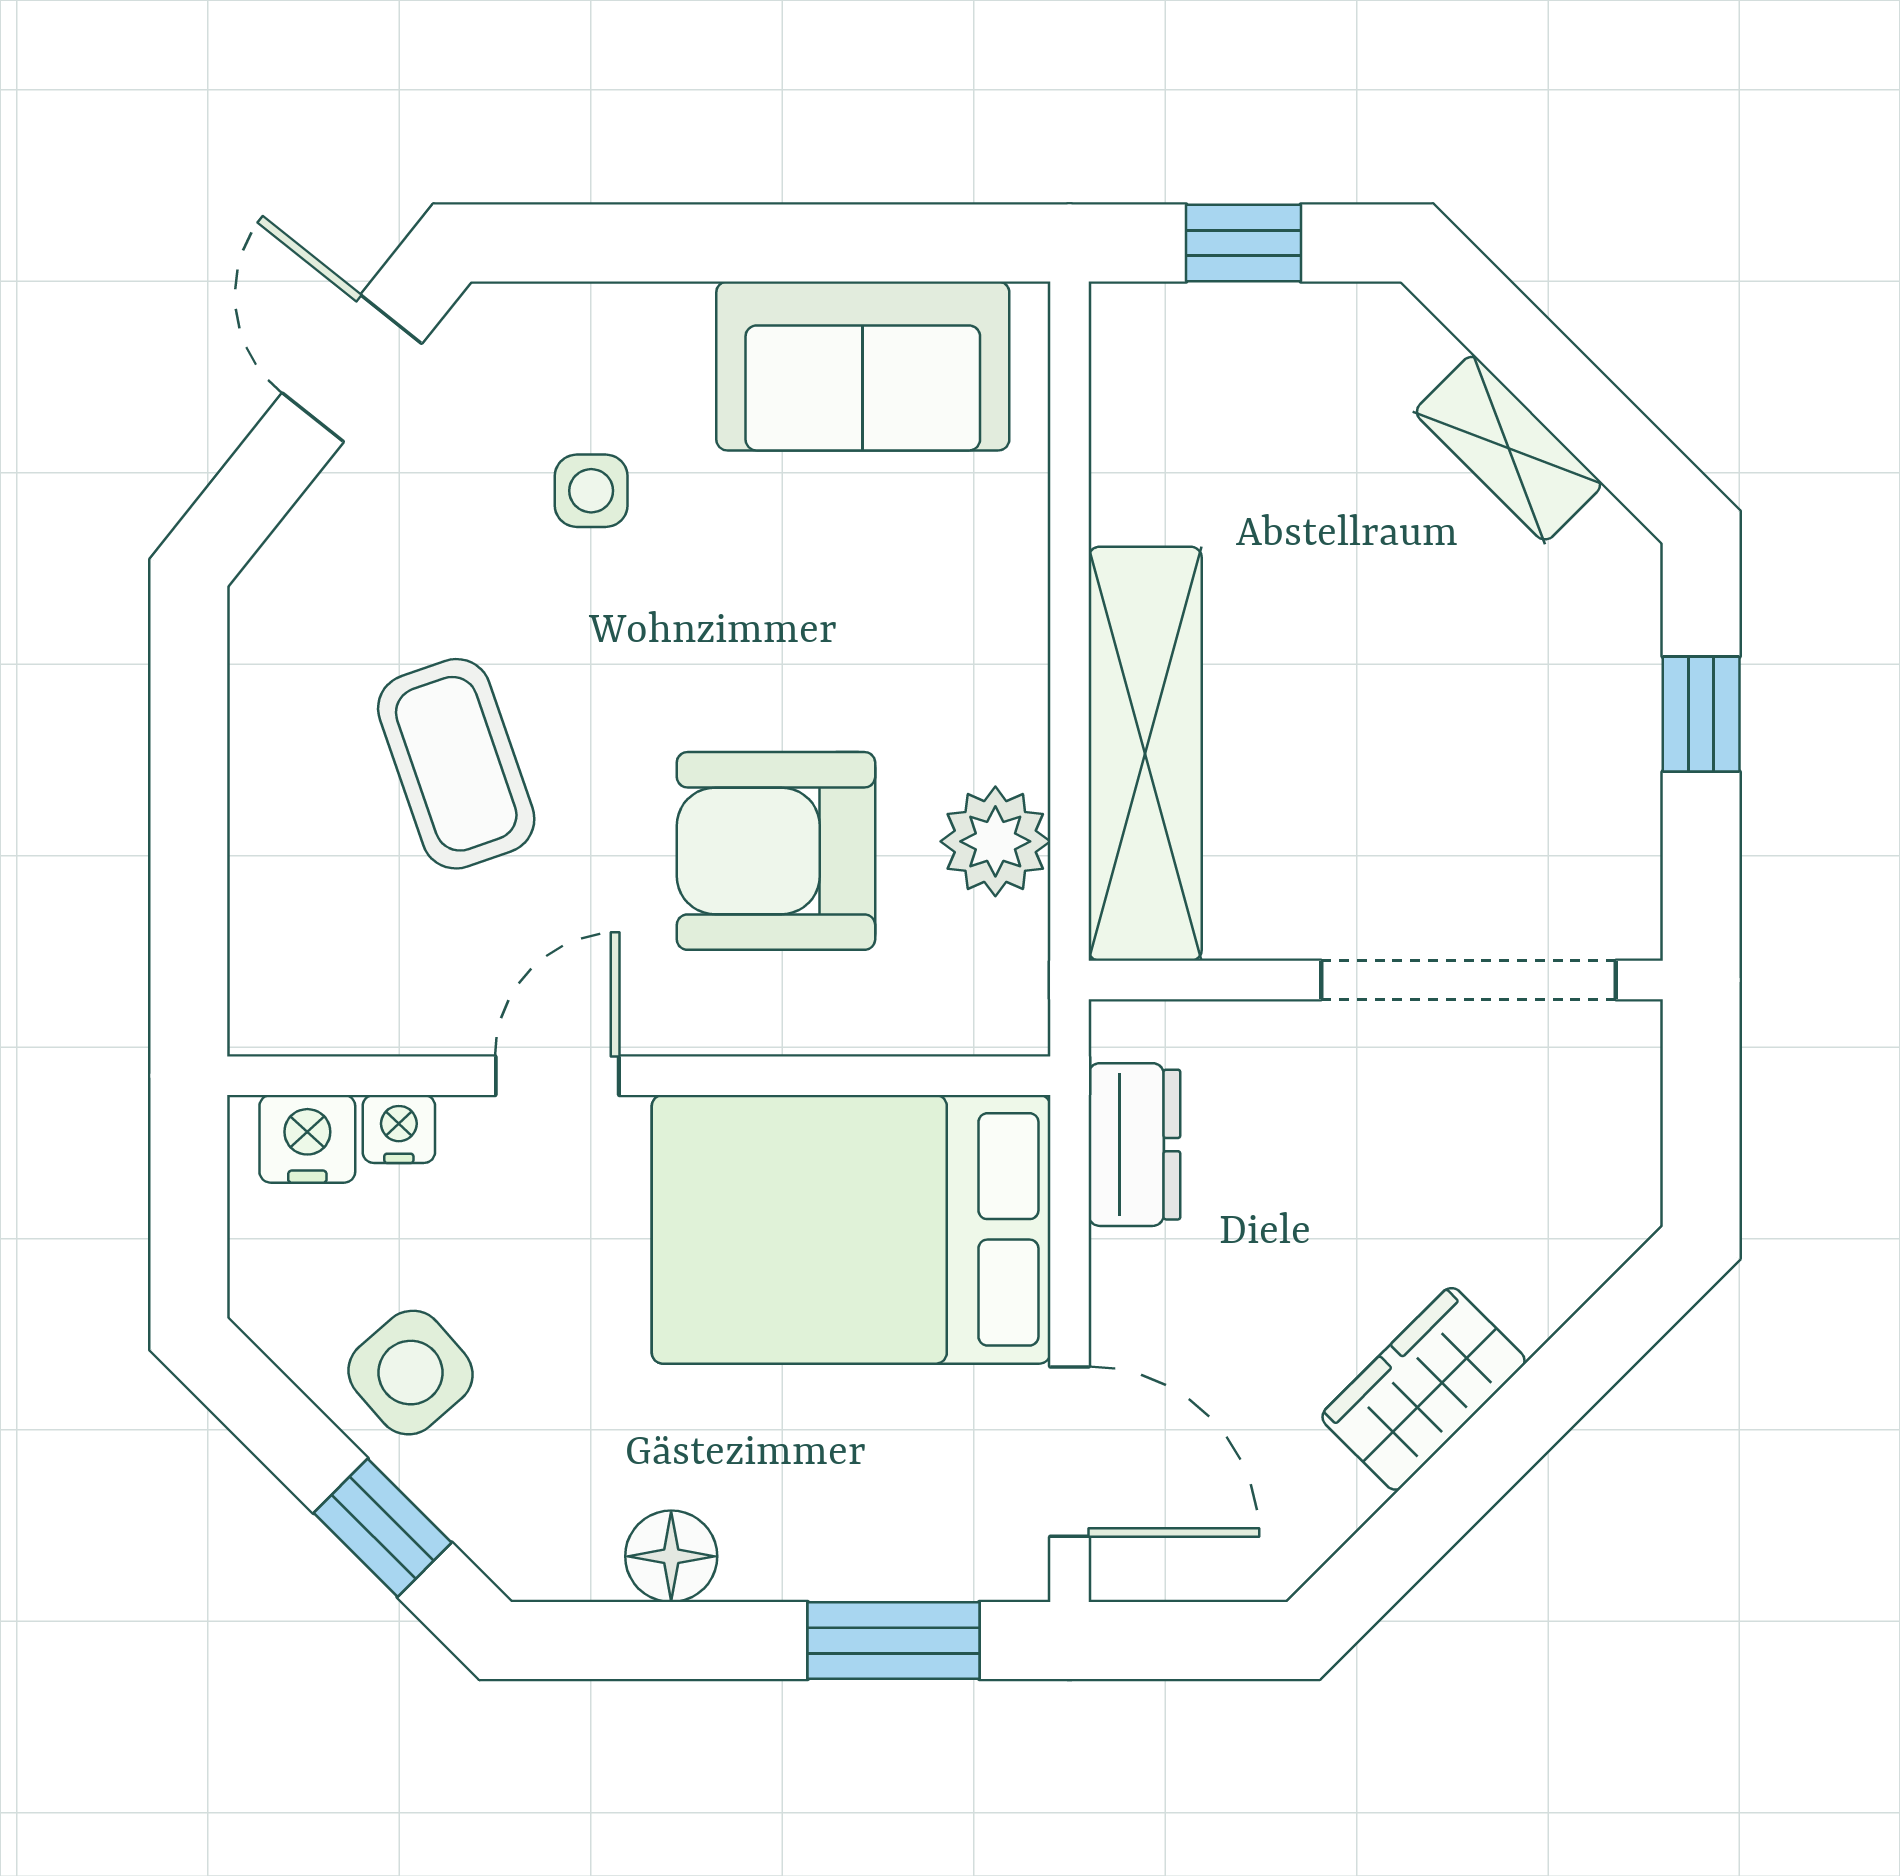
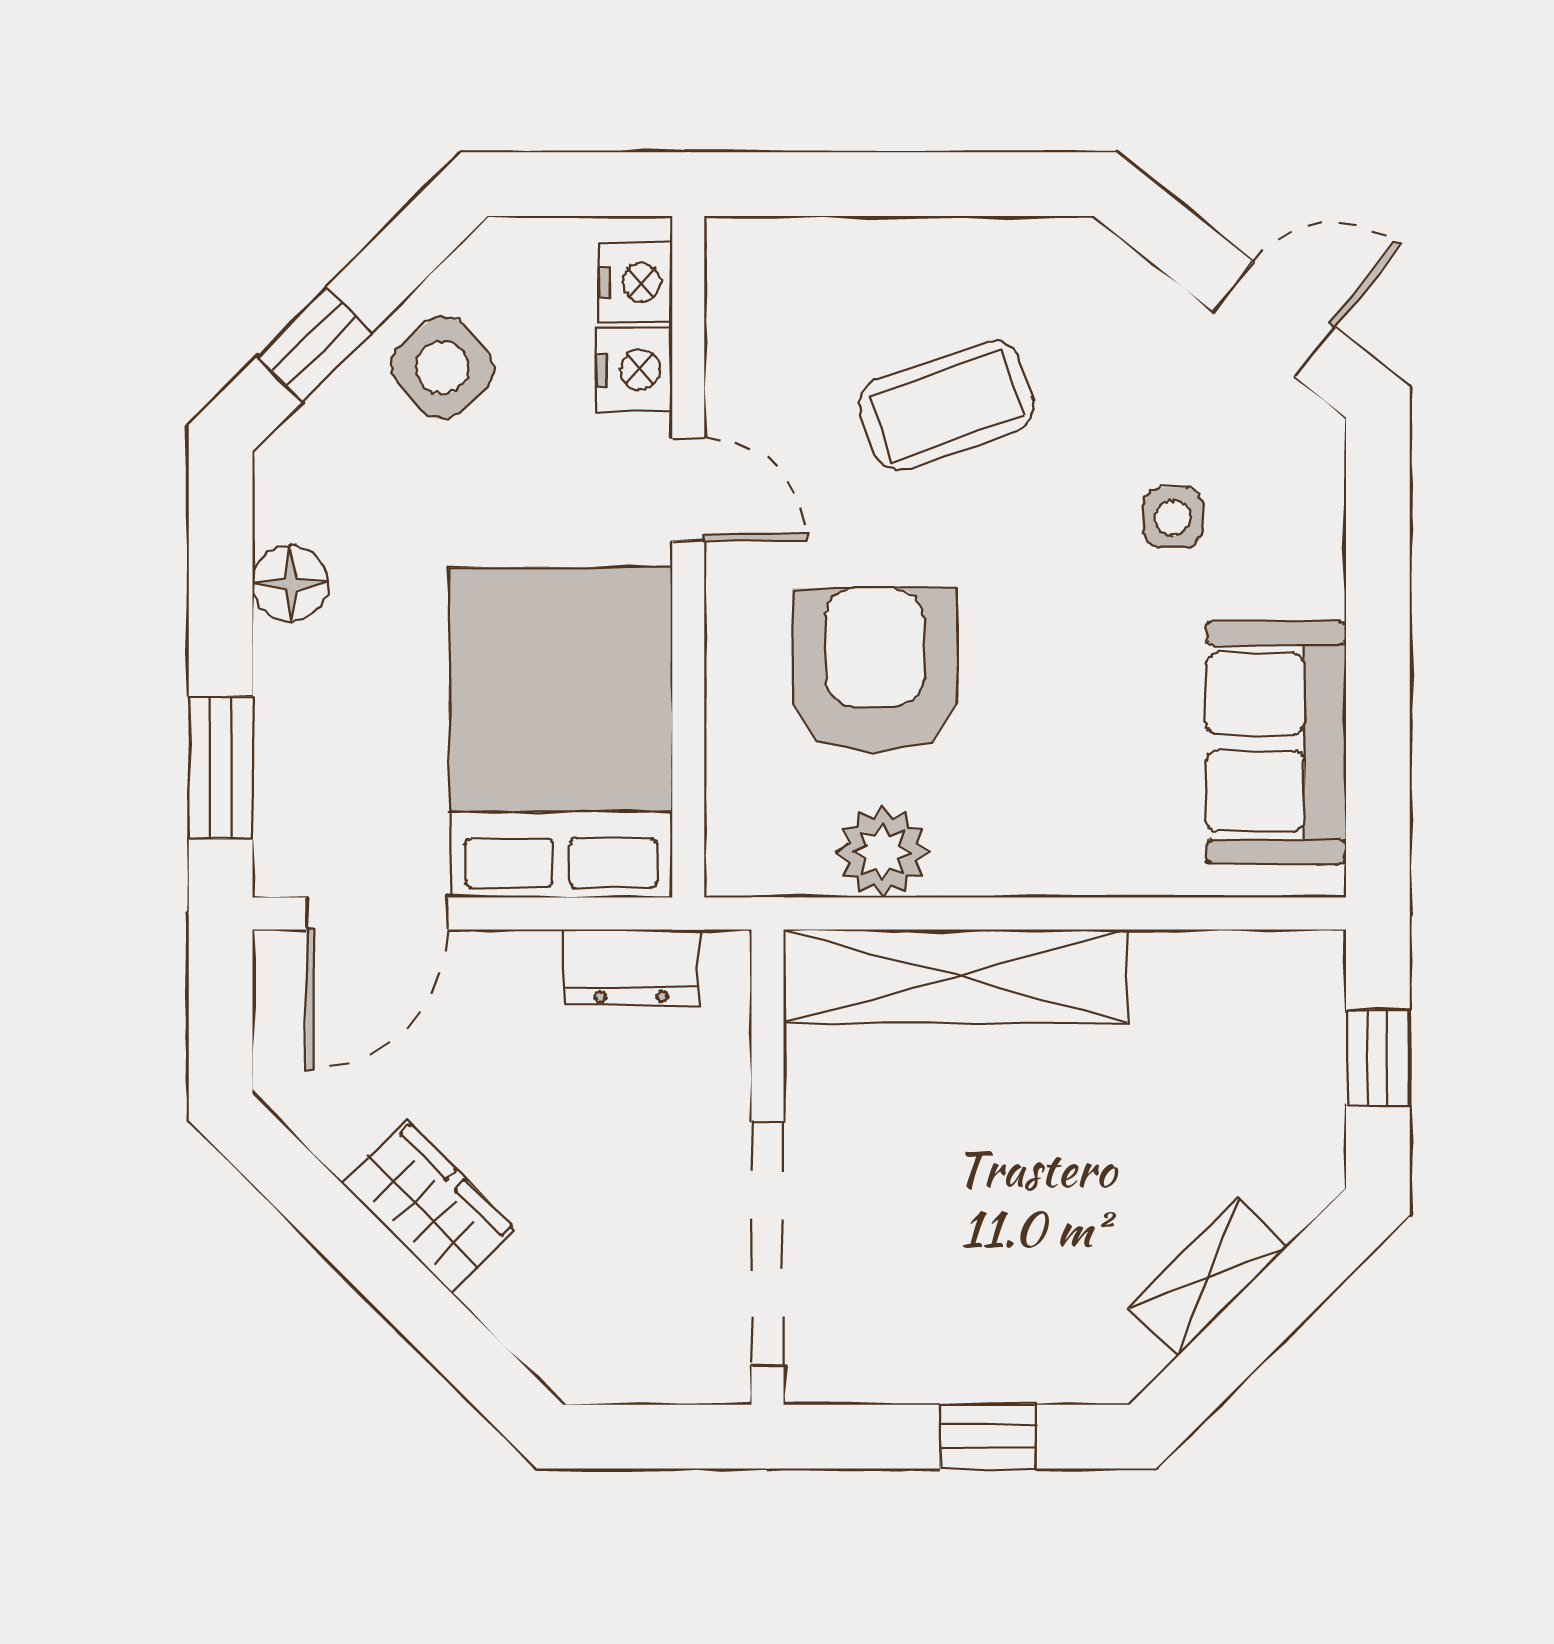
nightstand: (399, 1129) -> (634, 370), width x1.39, depth x1.35

